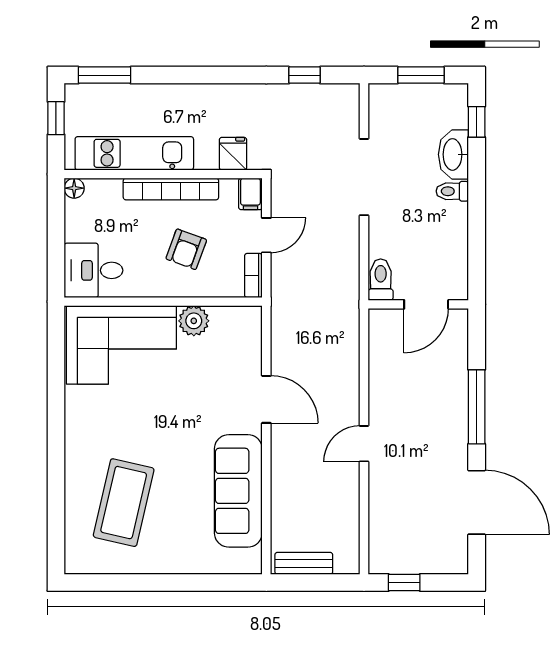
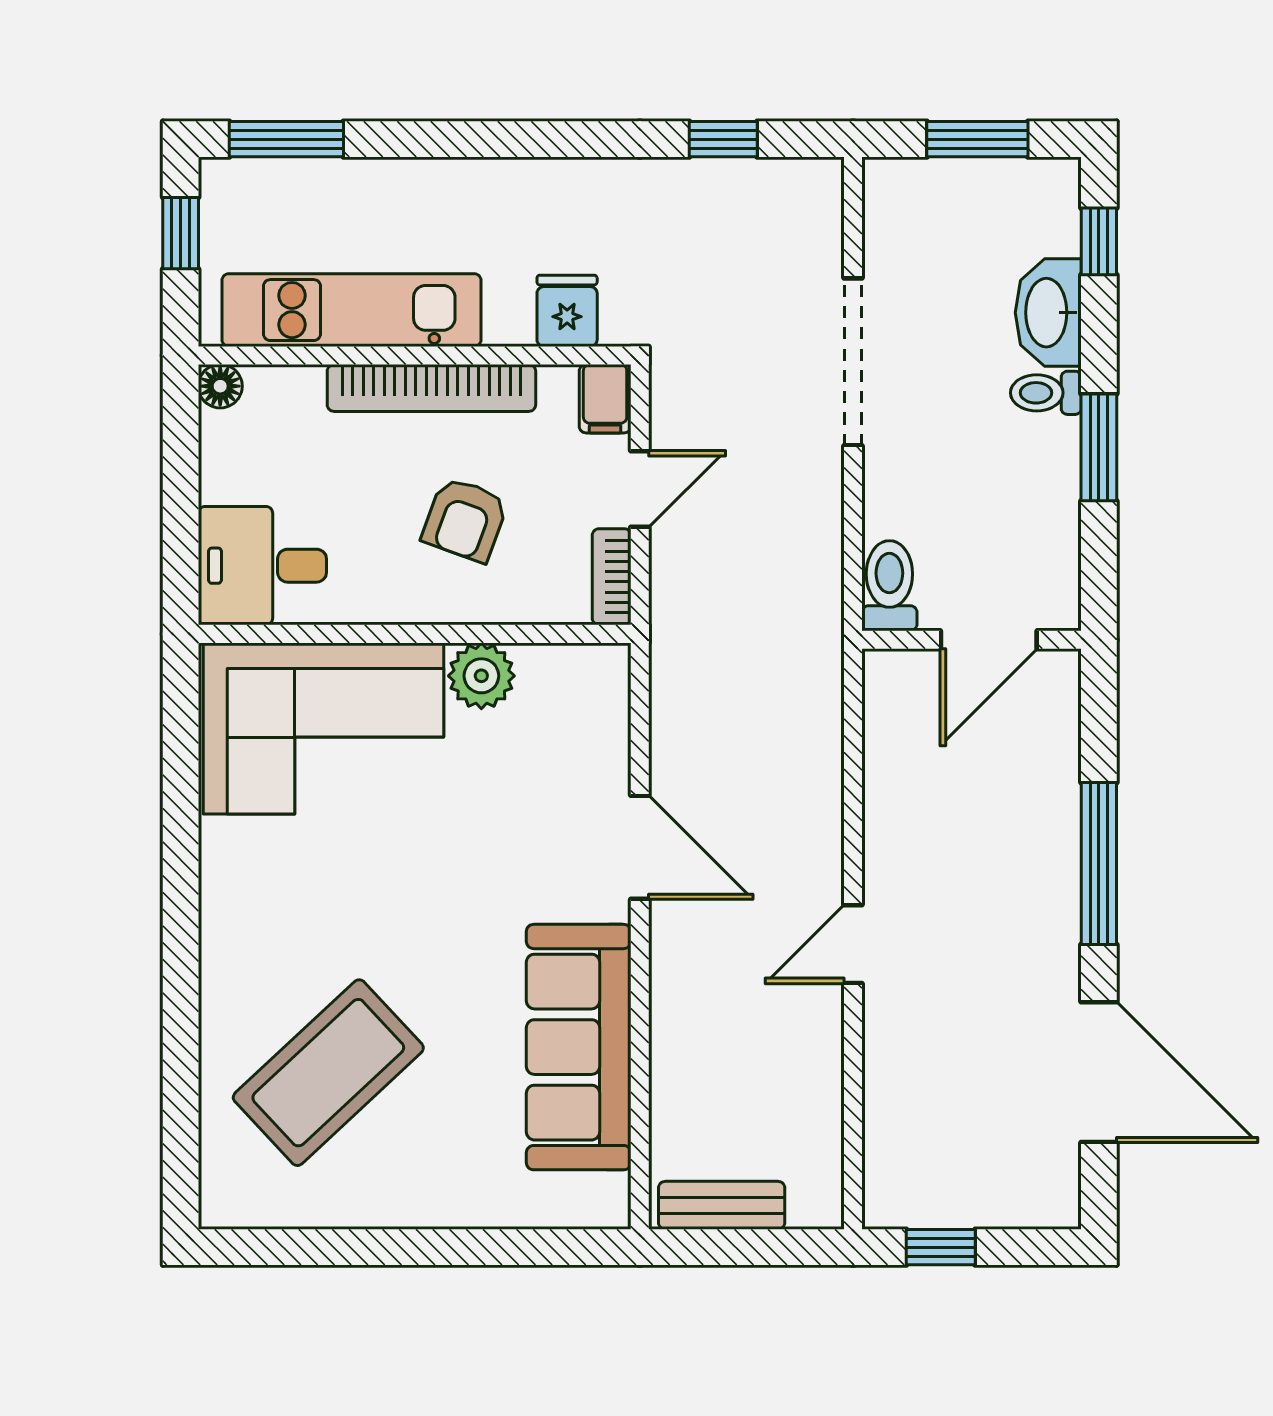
window: (477, 216) -> (1099, 447), added
coffee table: (124, 503) -> (328, 1073), turned 34

